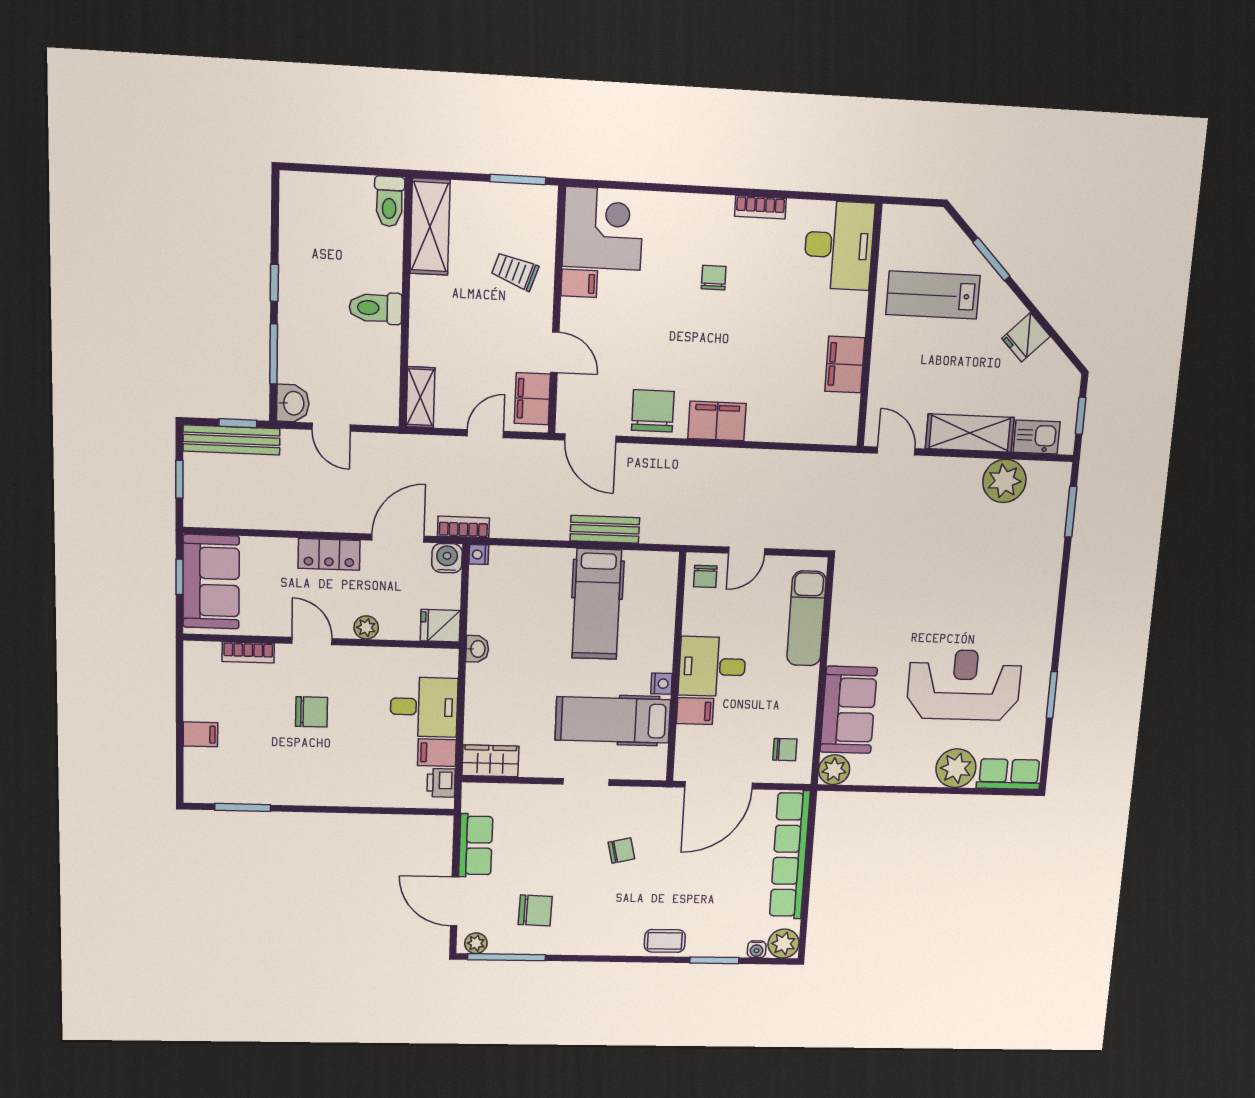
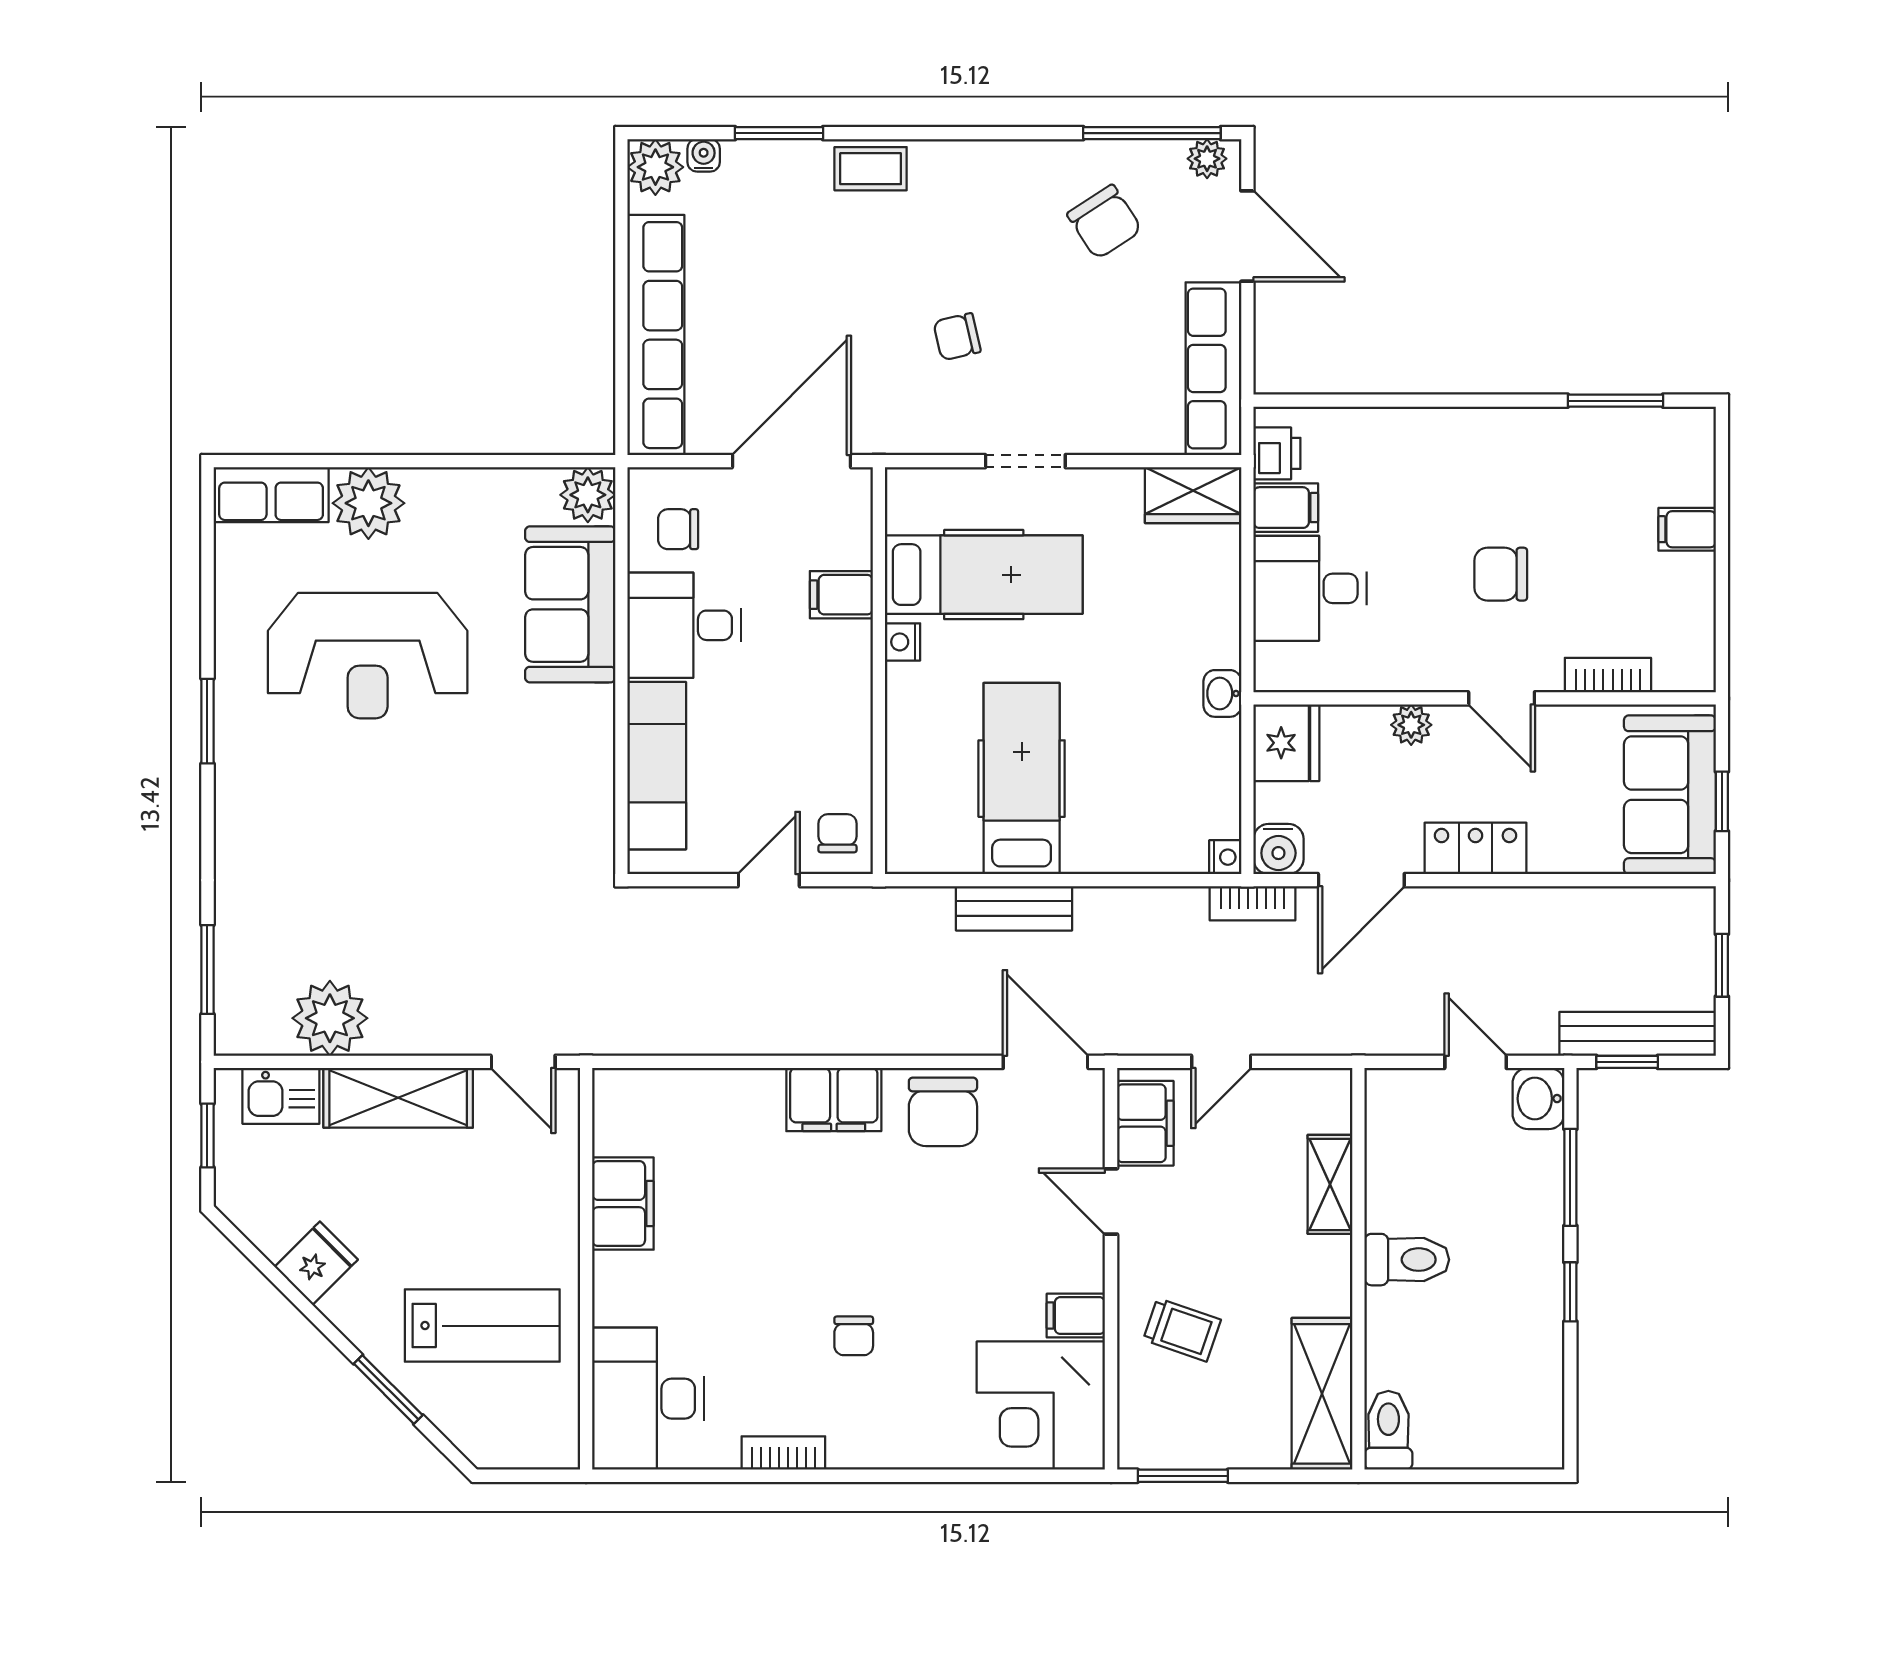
shelving: (421, 397) -> (1330, 1184), moved
fridge: (440, 626) -> (1286, 743), width x1.38
desk: (712, 667) -> (684, 625), moved, turned 180
window: (1052, 695) -> (207, 721), moved
row of seats: (476, 845) -> (1213, 368), width x1.48
chair: (535, 910) -> (1105, 222), turned -125

